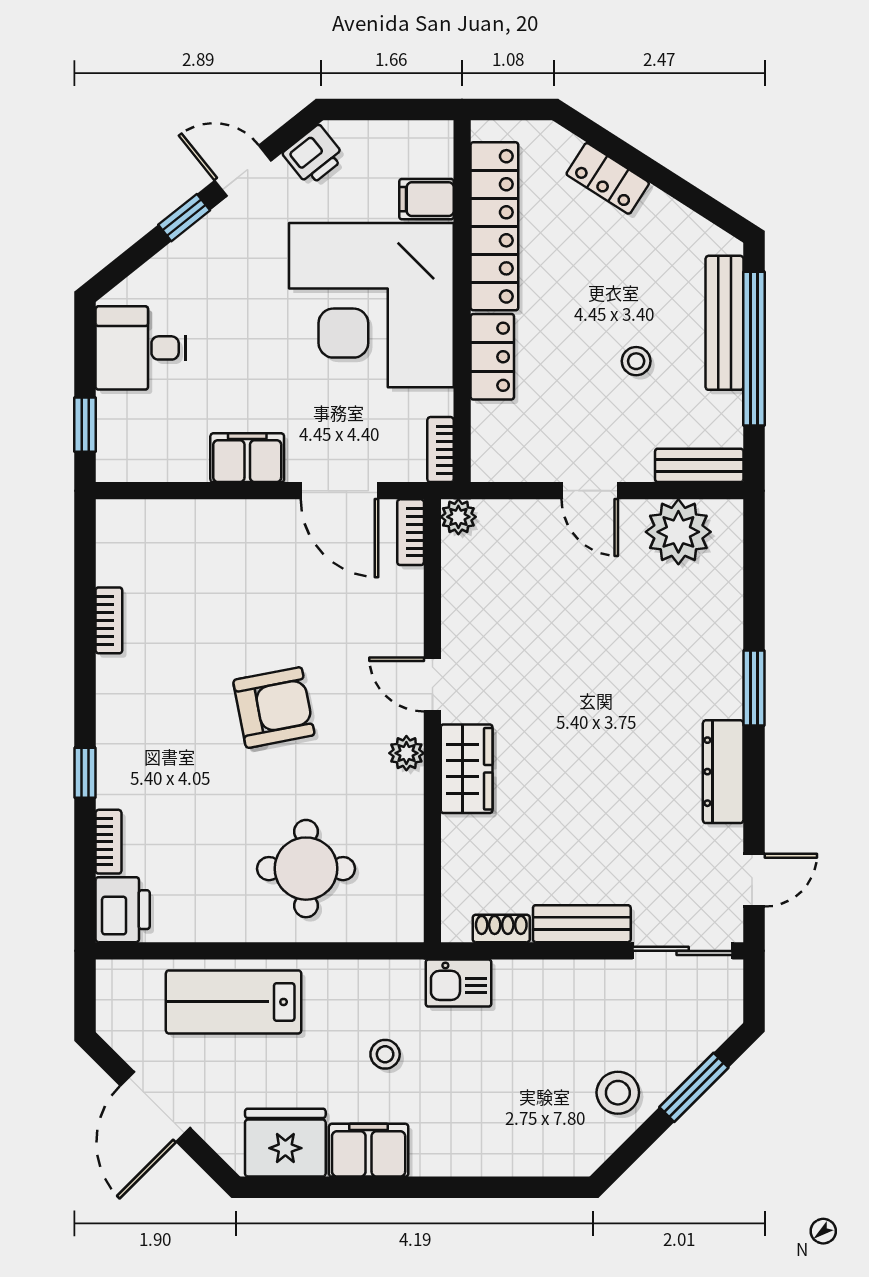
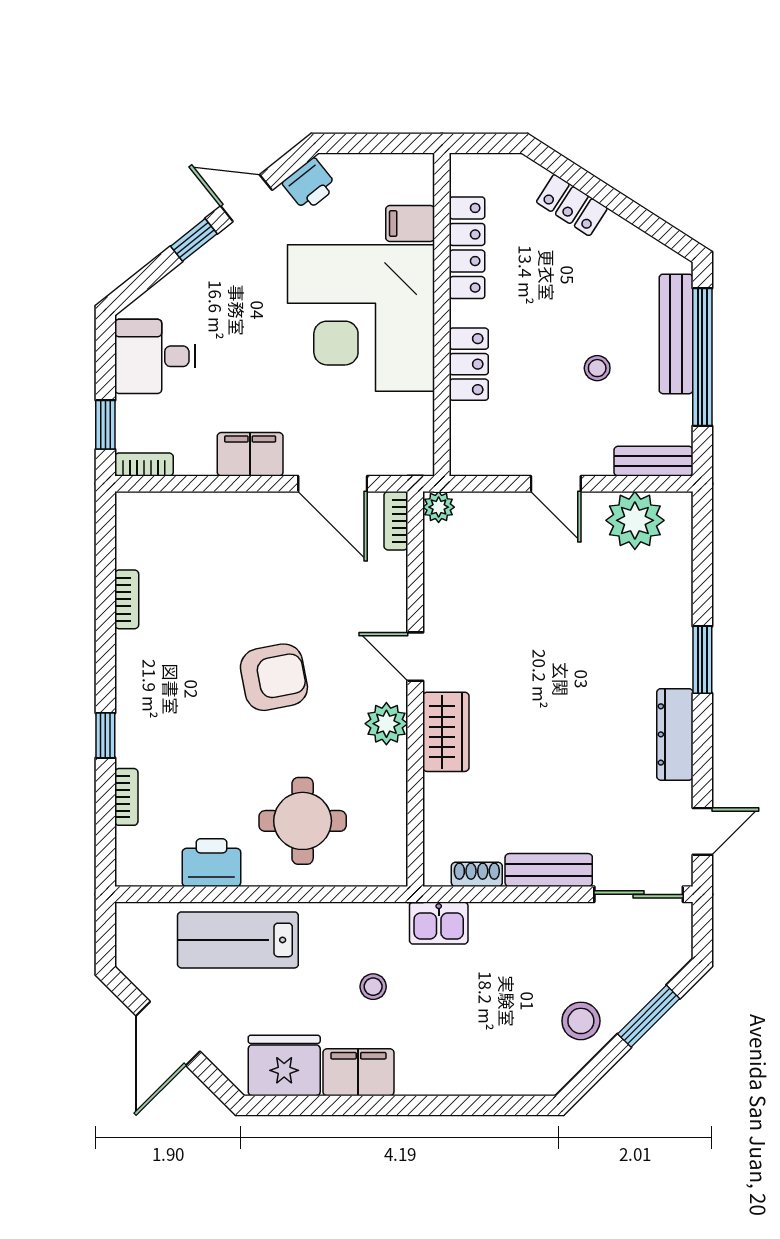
locker: (494, 226) -> (467, 248), width x0.71, depth x0.83
bookcase: (441, 450) -> (144, 464), moved, turned 90
plant: (406, 753) -> (386, 724), width x1.38, depth x1.38
printer: (123, 910) -> (211, 863), moved, turned -90

